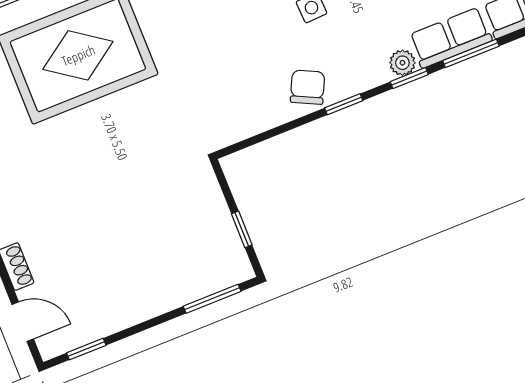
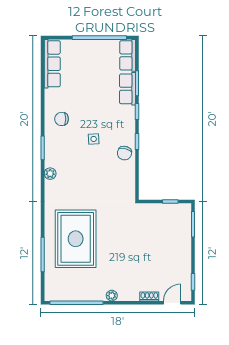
plant: (402, 63) -> (130, 112), removed
chair: (308, 87) -> (124, 153), turned -102

